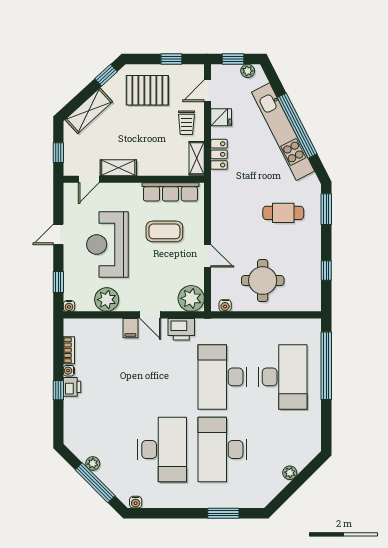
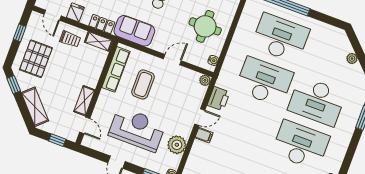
sofa: (225, 197) -> (134, 31), added
reception desk: (107, 244) -> (137, 129), turned 180
plant: (191, 298) -> (205, 80), width x0.53, depth x0.53
desk: (222, 377) -> (264, 82), turned 180

